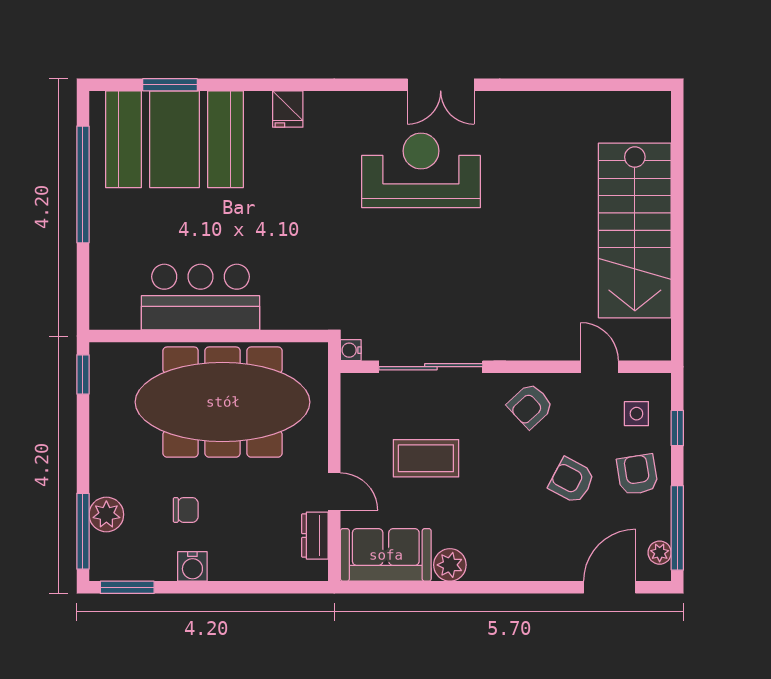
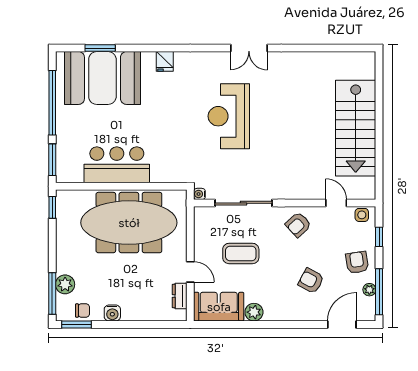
reception desk: (421, 170) -> (229, 116), moved, turned -90
window: (83, 288) -> (52, 160), added
side table: (636, 414) -> (362, 215), moved
armchair: (572, 480) -> (311, 281), moved
chair: (186, 510) -> (82, 311), moved
plant: (660, 553) -> (369, 290), moved

